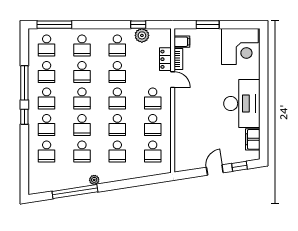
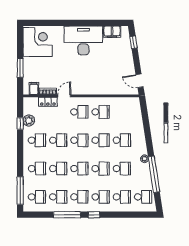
school desk: (153, 151) -> (143, 197), moved
door: (215, 170) -> (140, 81), moved

